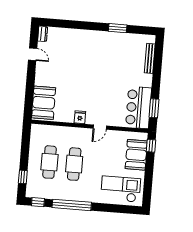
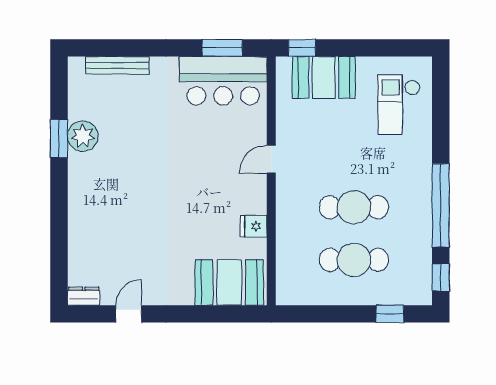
plant: (118, 39) -> (83, 136), added
fridge: (80, 117) -> (254, 226), moved
door: (100, 127) -> (271, 159), swing flipped
checkout: (121, 189) -> (399, 105), width x0.73, depth x0.83

